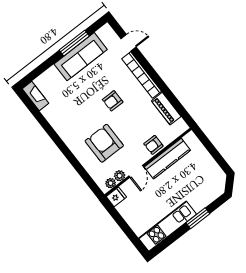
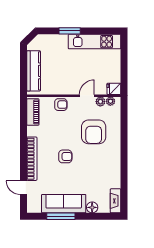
floor lamp: (52, 73) -> (92, 207), added
piano: (166, 109) -> (33, 112), moved
kitchen counter: (167, 159) -> (34, 71), moved, turned 90

